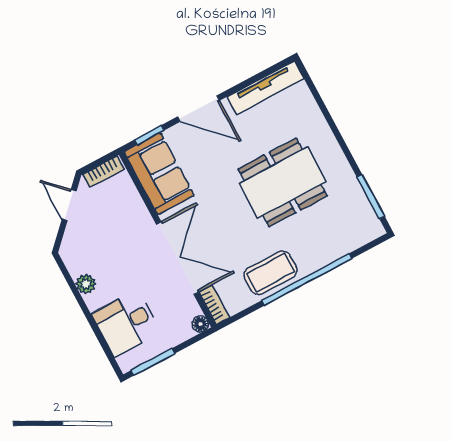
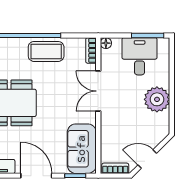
door: (69, 205) -> (147, 159), swing flipped
double door: (177, 258) -> (98, 91), width x0.73
plant: (86, 284) -> (157, 99), width x1.87, depth x1.87
desk: (126, 323) -> (140, 56), moved, turned -90

